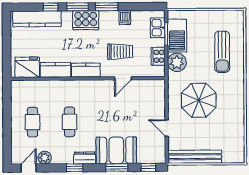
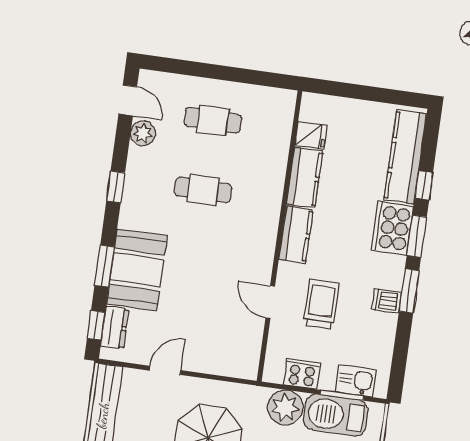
dishwasher: (125, 18) -> (387, 301), moved
cooker: (86, 20) -> (392, 228), moved
trolley: (120, 52) -> (321, 304), turned 180
fridge: (27, 67) -> (311, 135), width x0.53, depth x0.75
dresser: (85, 158) -> (115, 327), moved

